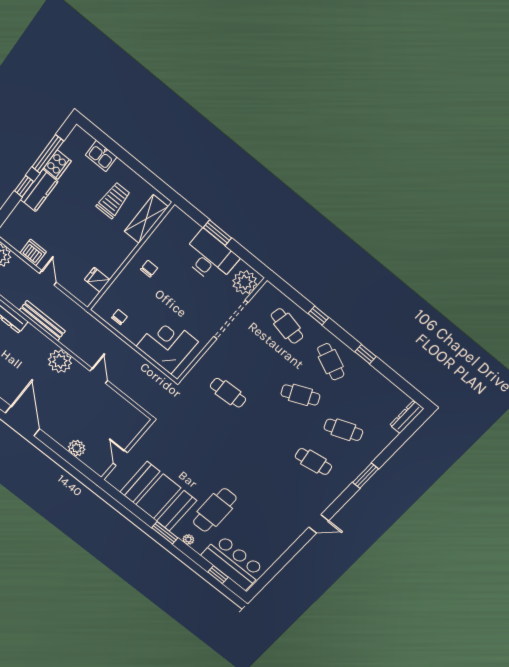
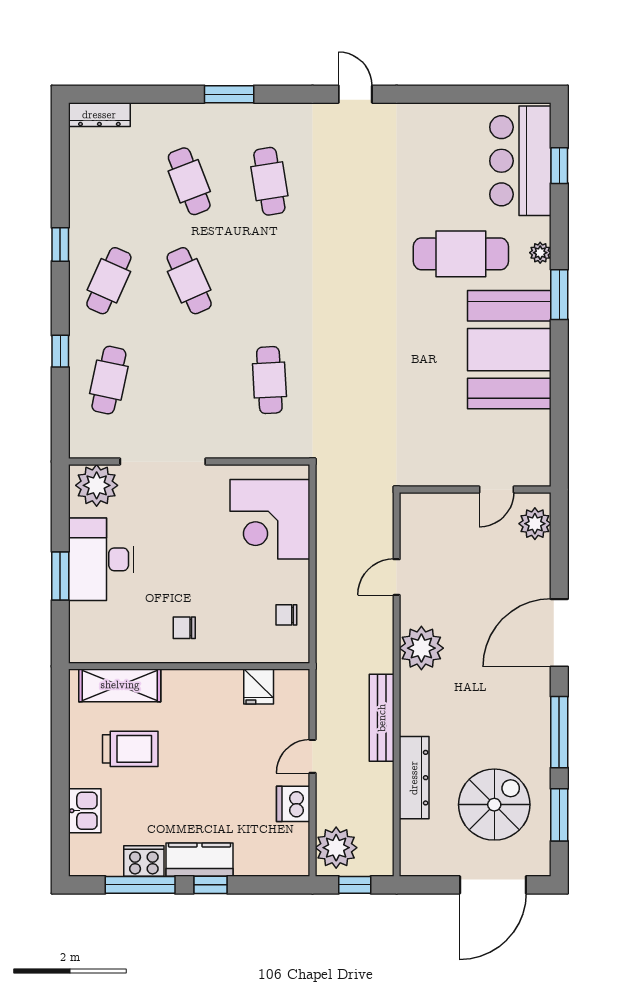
trolley: (113, 200) -> (130, 749), turned 180
wall: (127, 450) -> (475, 490), moved
door: (120, 458) -> (496, 490), moved

